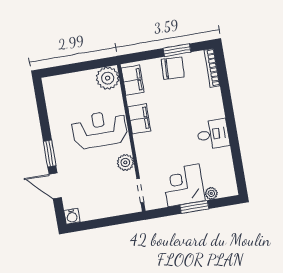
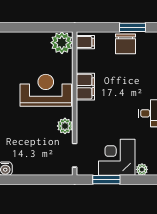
chair: (173, 68) -> (125, 44), turned 87
filing cabinet: (133, 80) -> (85, 42), width x0.50
window: (194, 207) -> (106, 180), moved

